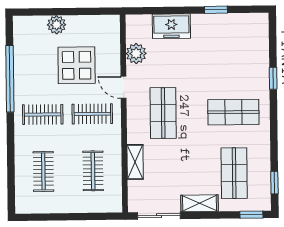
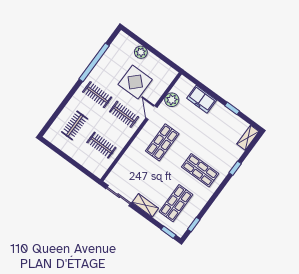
shelving: (135, 162) -> (248, 138), moved
clothes rail: (93, 171) -> (101, 145), turned 90

